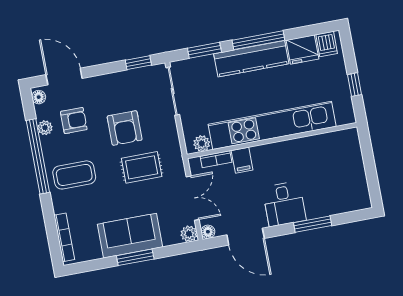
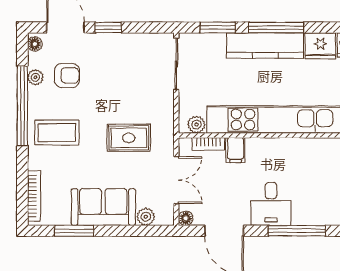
window: (138, 63) -> (108, 27), moved
armchair: (125, 128) -> (119, 93), removed
window: (313, 224) -> (297, 231), width x1.44
plant: (189, 234) -> (146, 217), moved
window: (135, 257) -> (74, 231), moved

